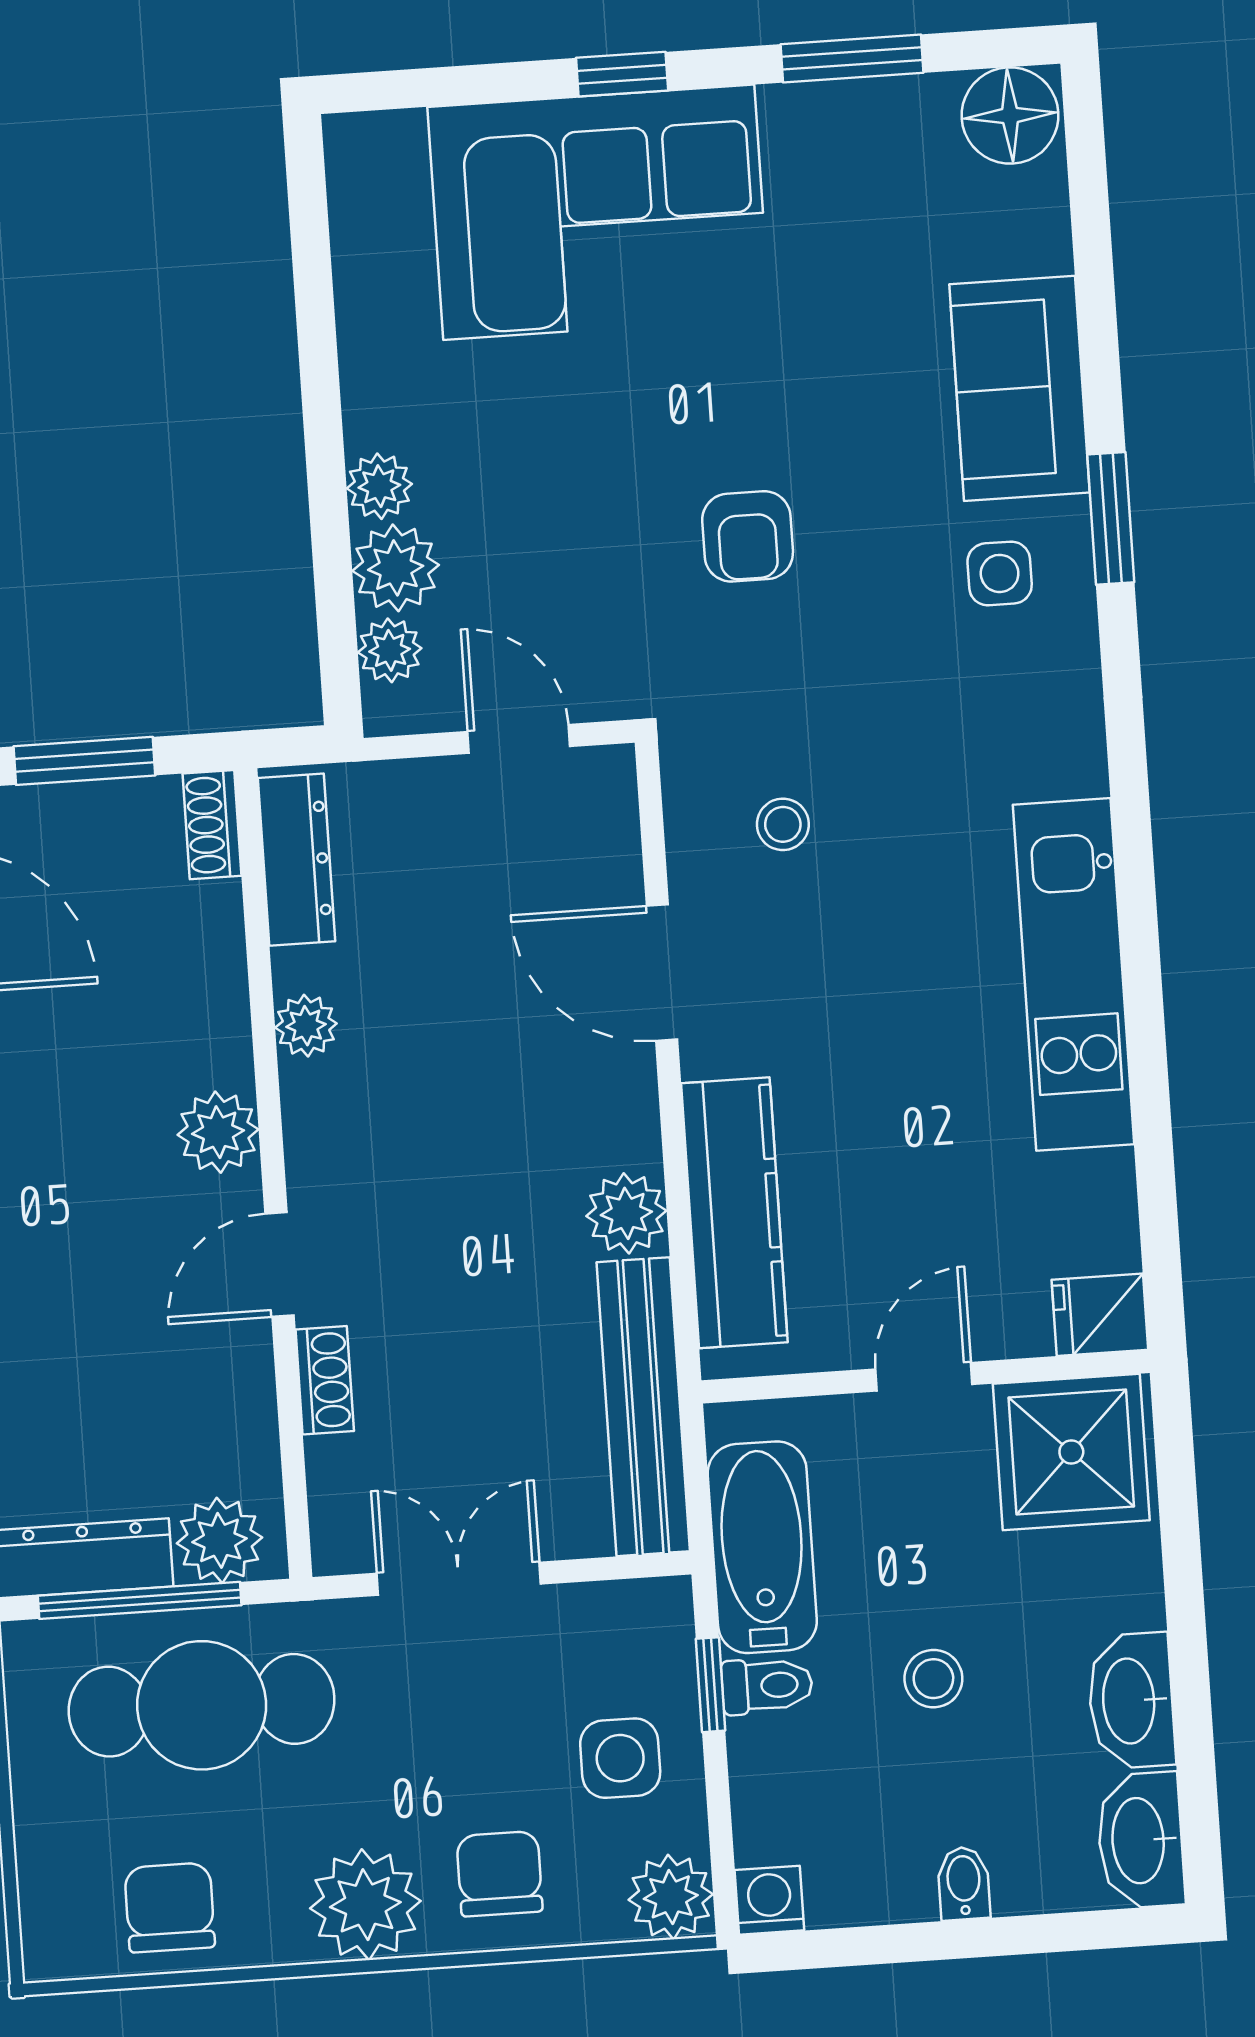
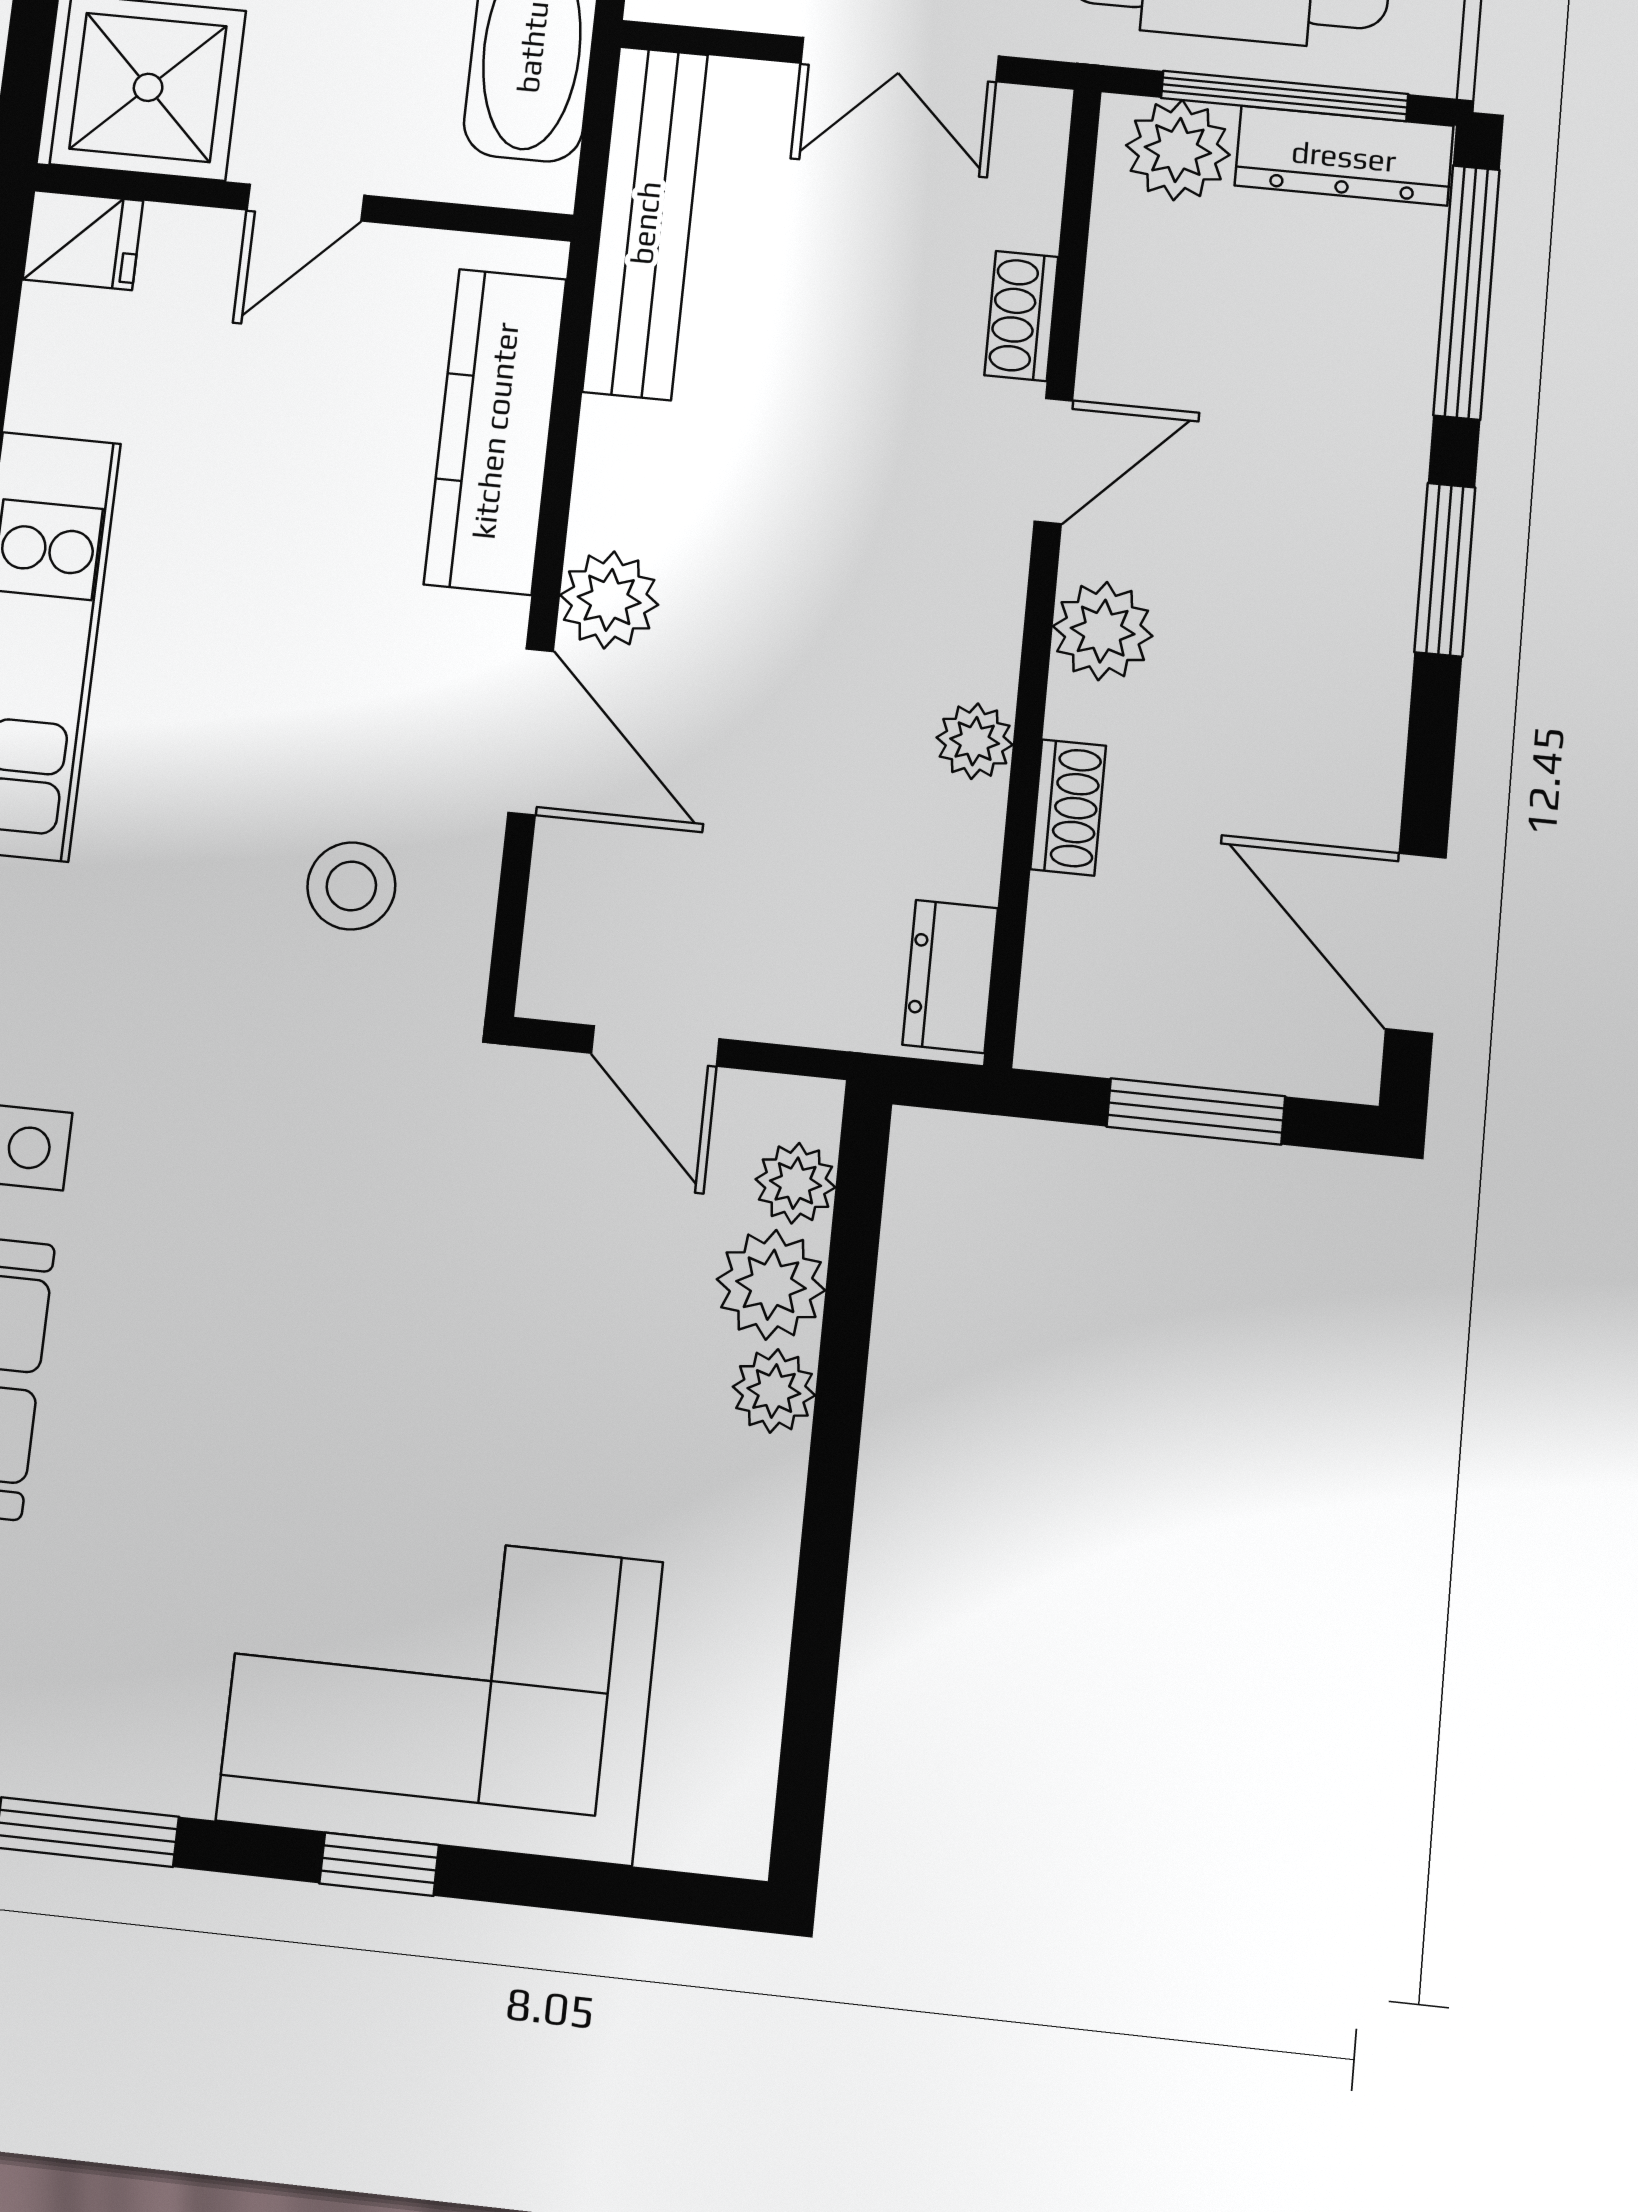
armchair: (748, 536) -> (329, 1248), removed
stool: (783, 824) -> (351, 886), width x1.37, depth x1.37
shoe rack: (212, 825) -> (1068, 807), moved
dresser: (297, 860) -> (950, 976), width x0.70
plant: (626, 1213) -> (609, 600), moved

